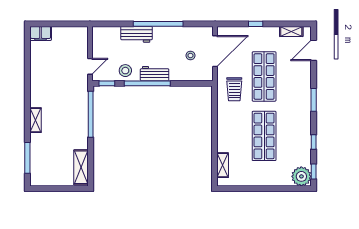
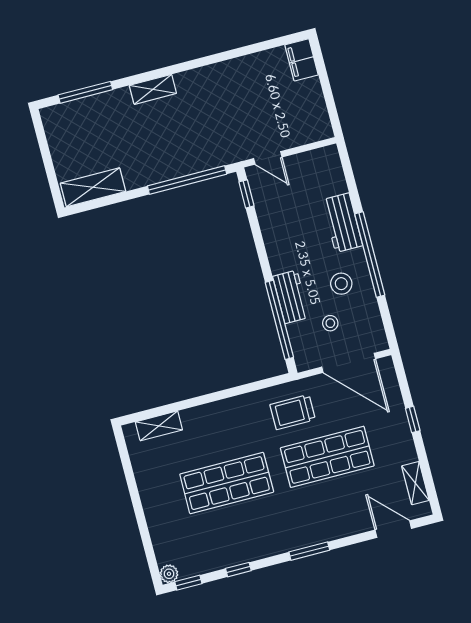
stool: (125, 71) -> (341, 284), moved
workbench: (155, 74) -> (291, 297), moved
window: (147, 83) -> (279, 320), moved
plant: (301, 176) -> (169, 574), width x0.53, depth x0.53

